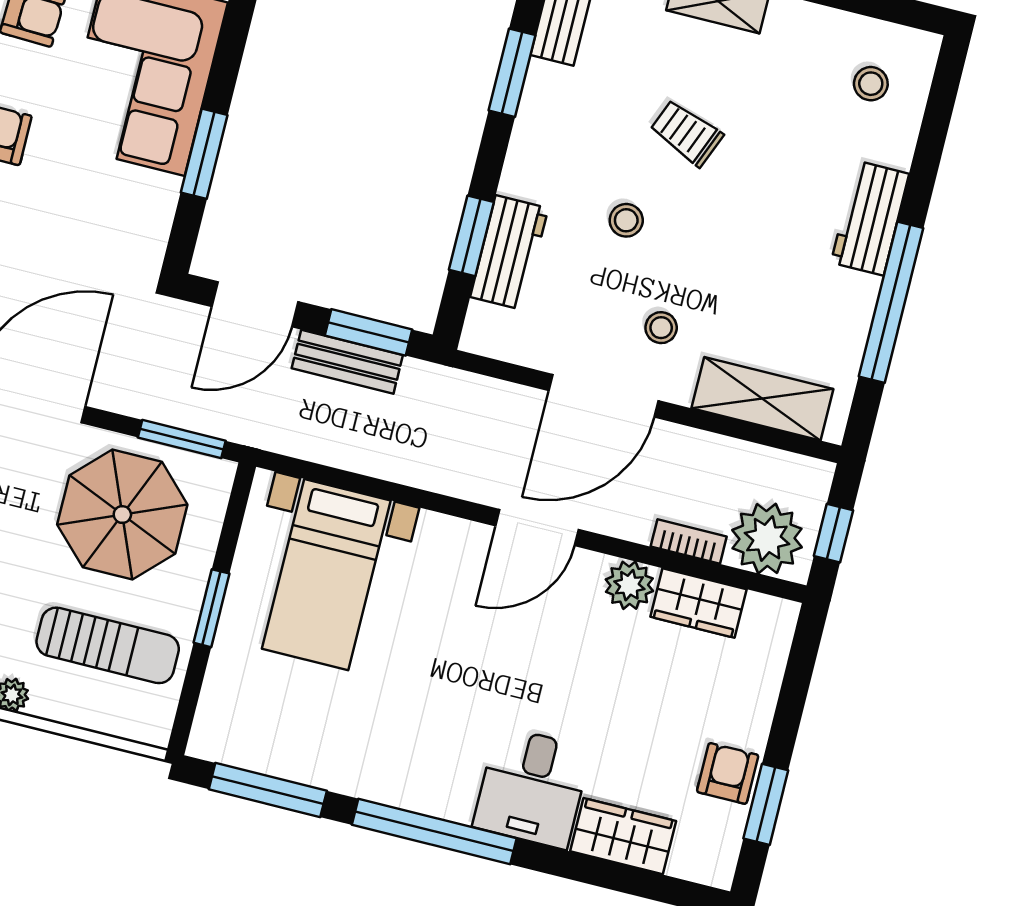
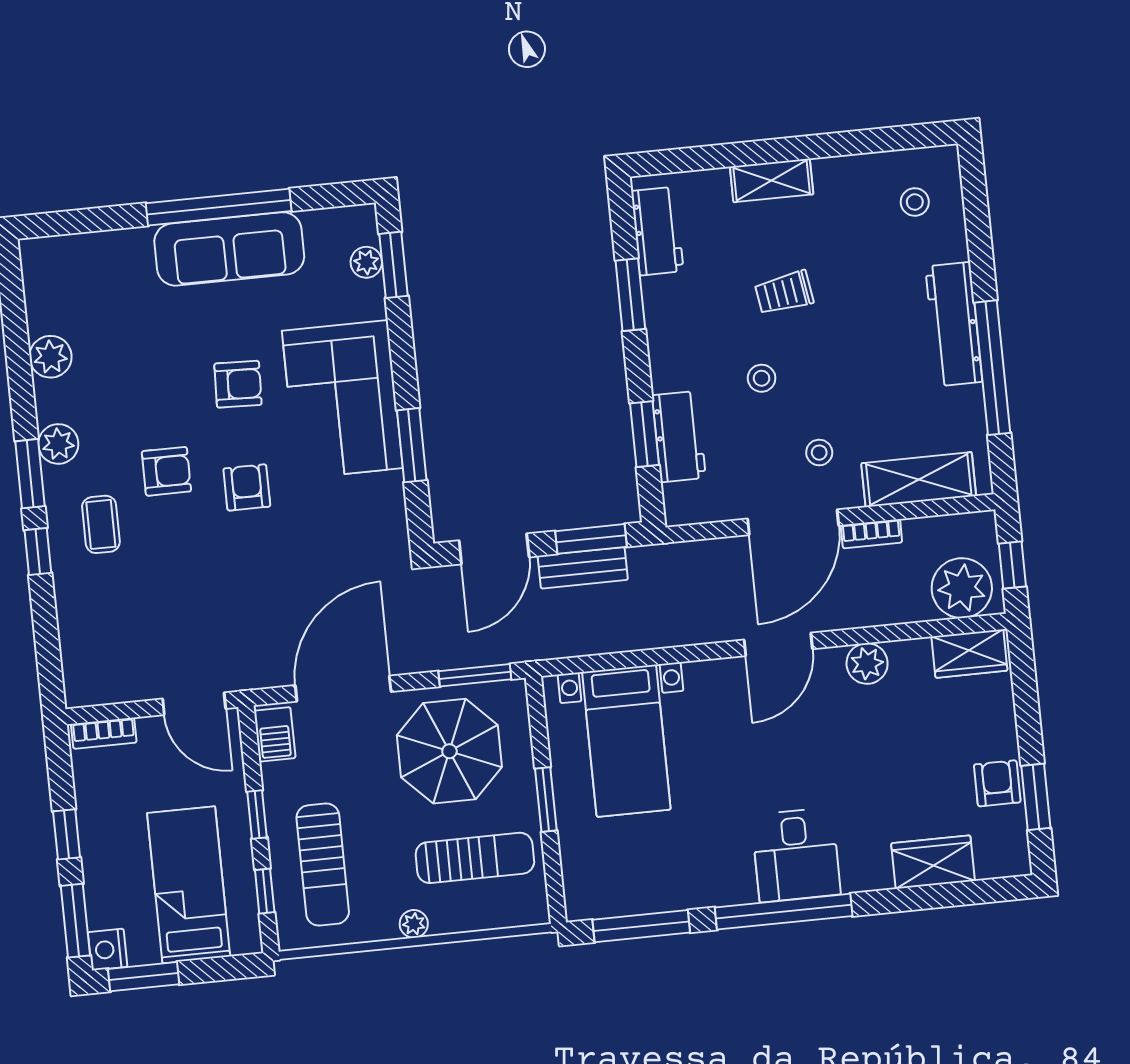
trolley: (686, 133) -> (784, 293), turned -31
workbench: (870, 218) -> (954, 324), width x1.38
bookcase: (689, 541) -> (871, 534), moved, turned 180
wardrobe: (699, 603) -> (969, 654), moved
desk: (532, 788) -> (796, 855), moved

